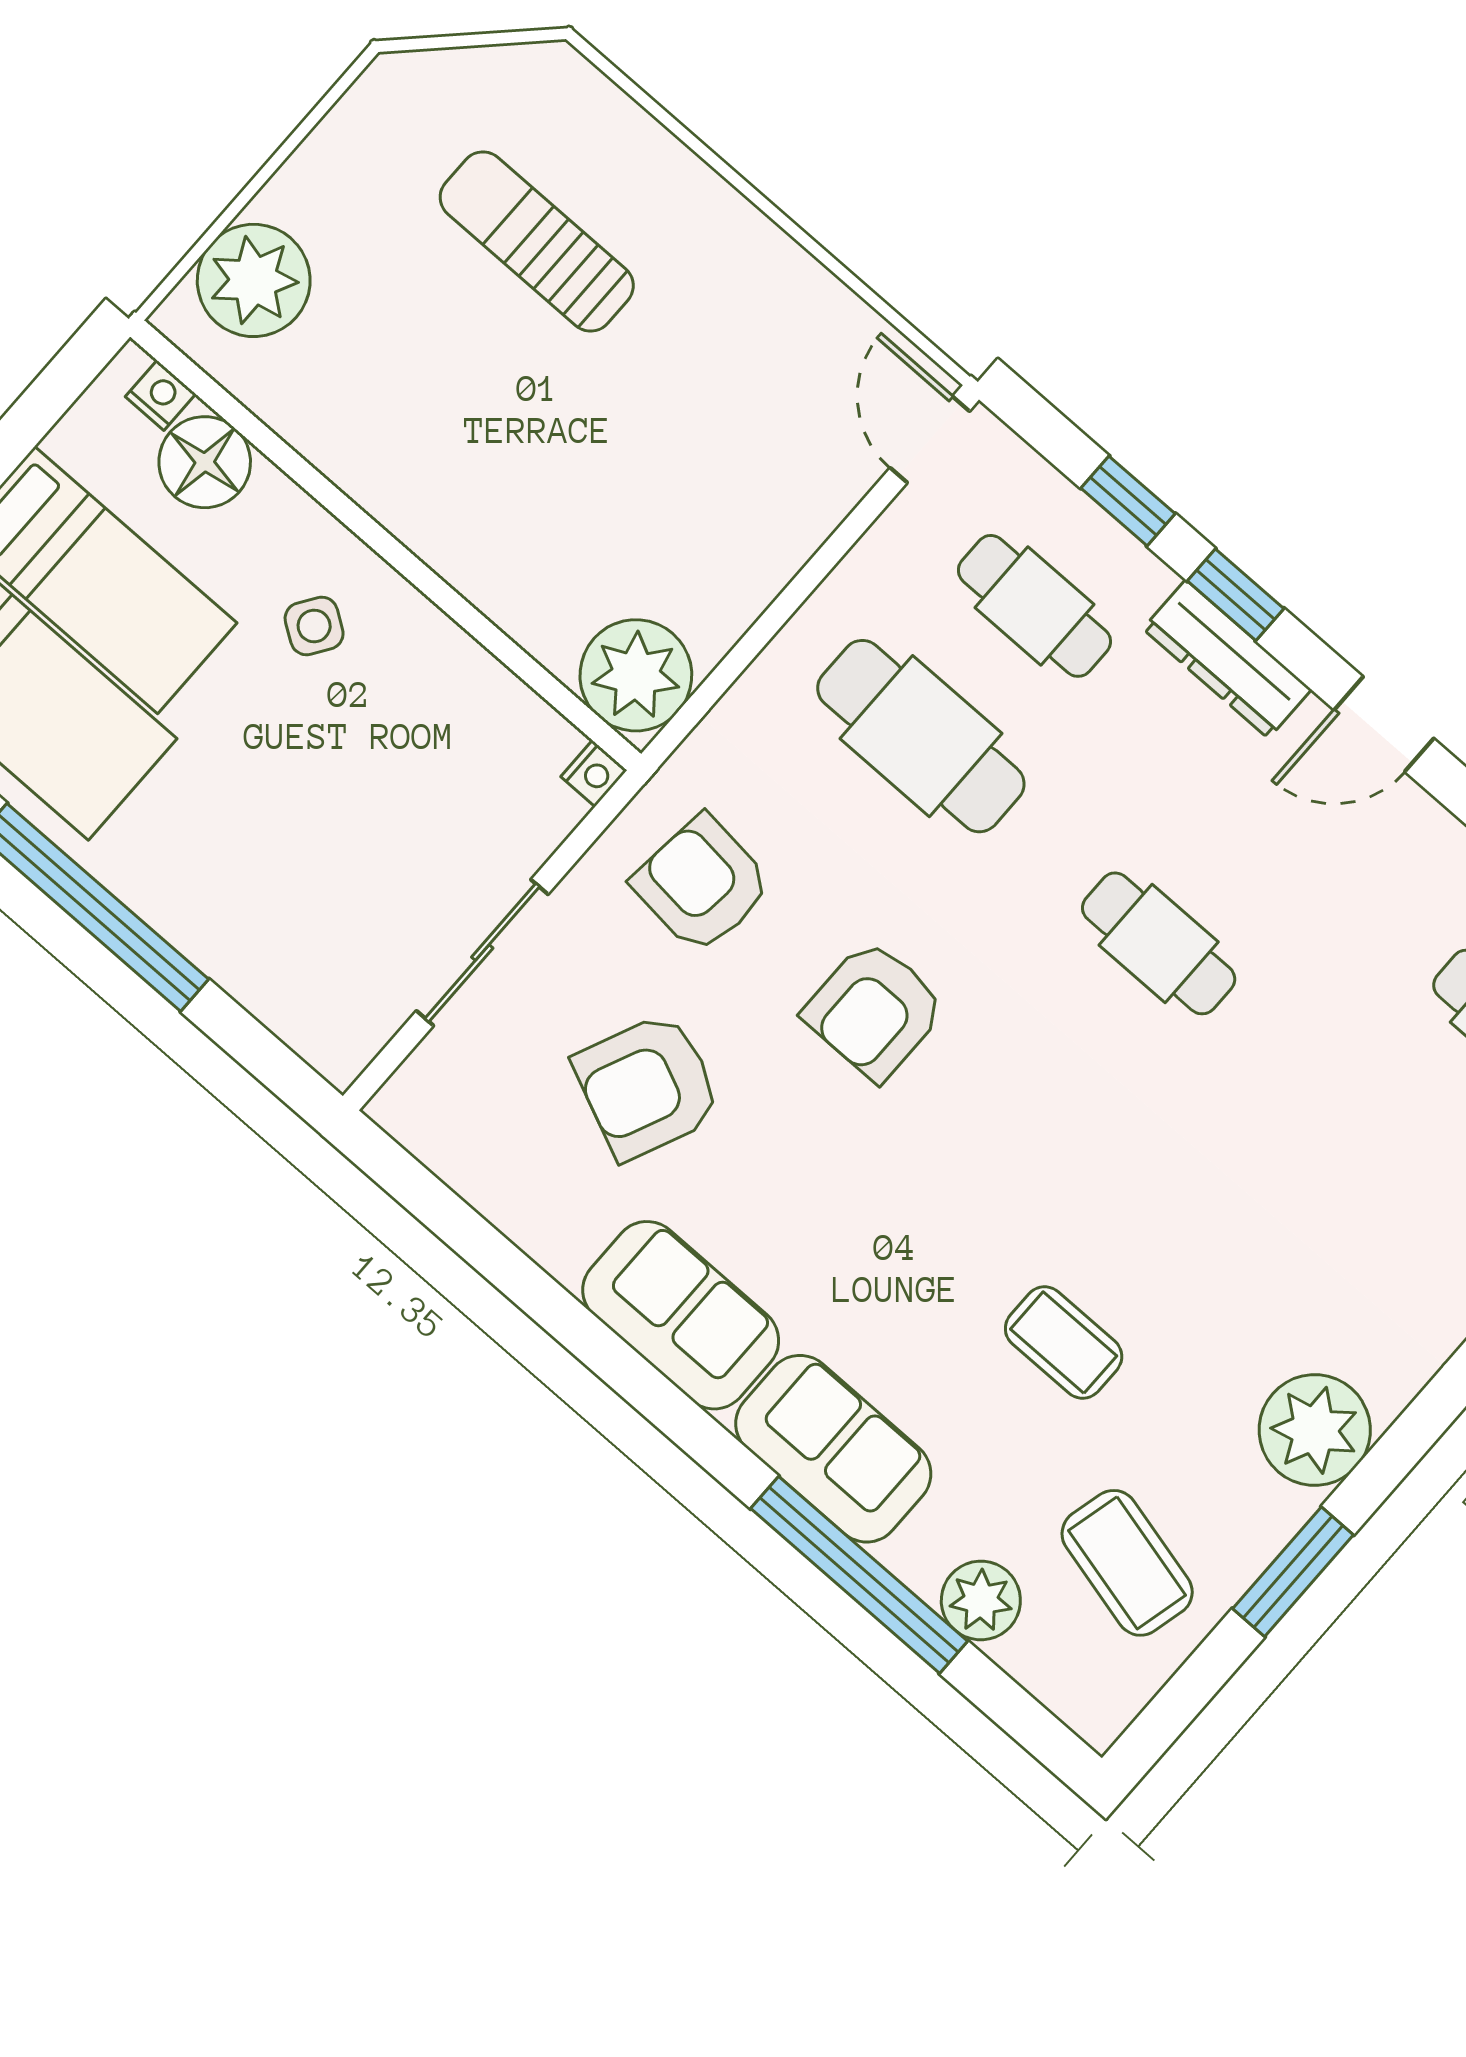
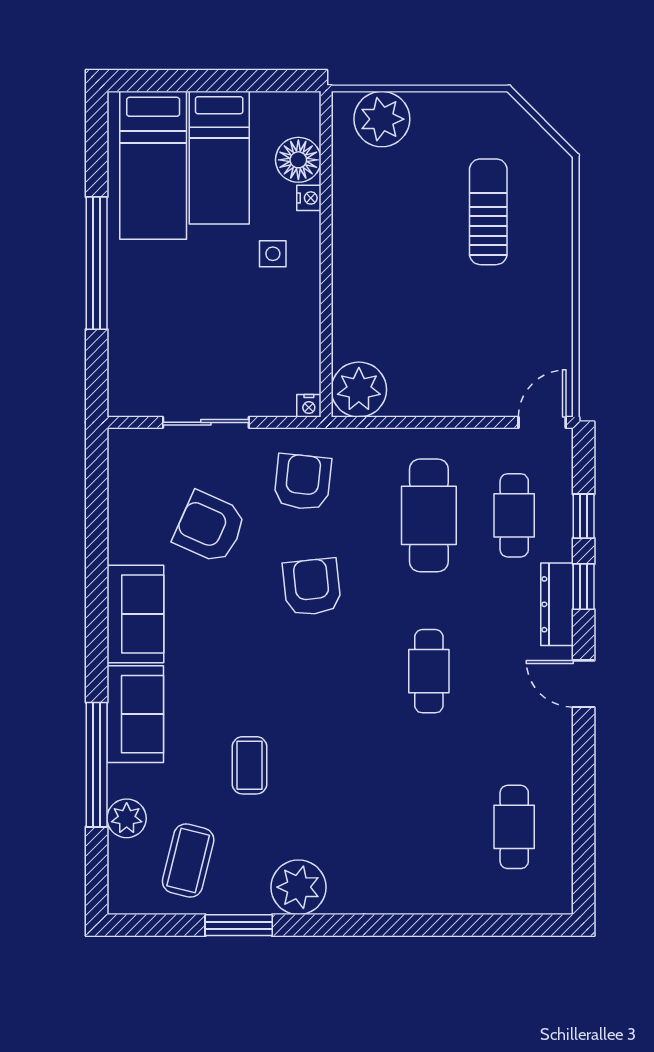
nightstand: (161, 395) -> (309, 198), moved
side table: (314, 626) -> (273, 254), turned -34
armchair: (874, 1010) -> (312, 587), turned 84

